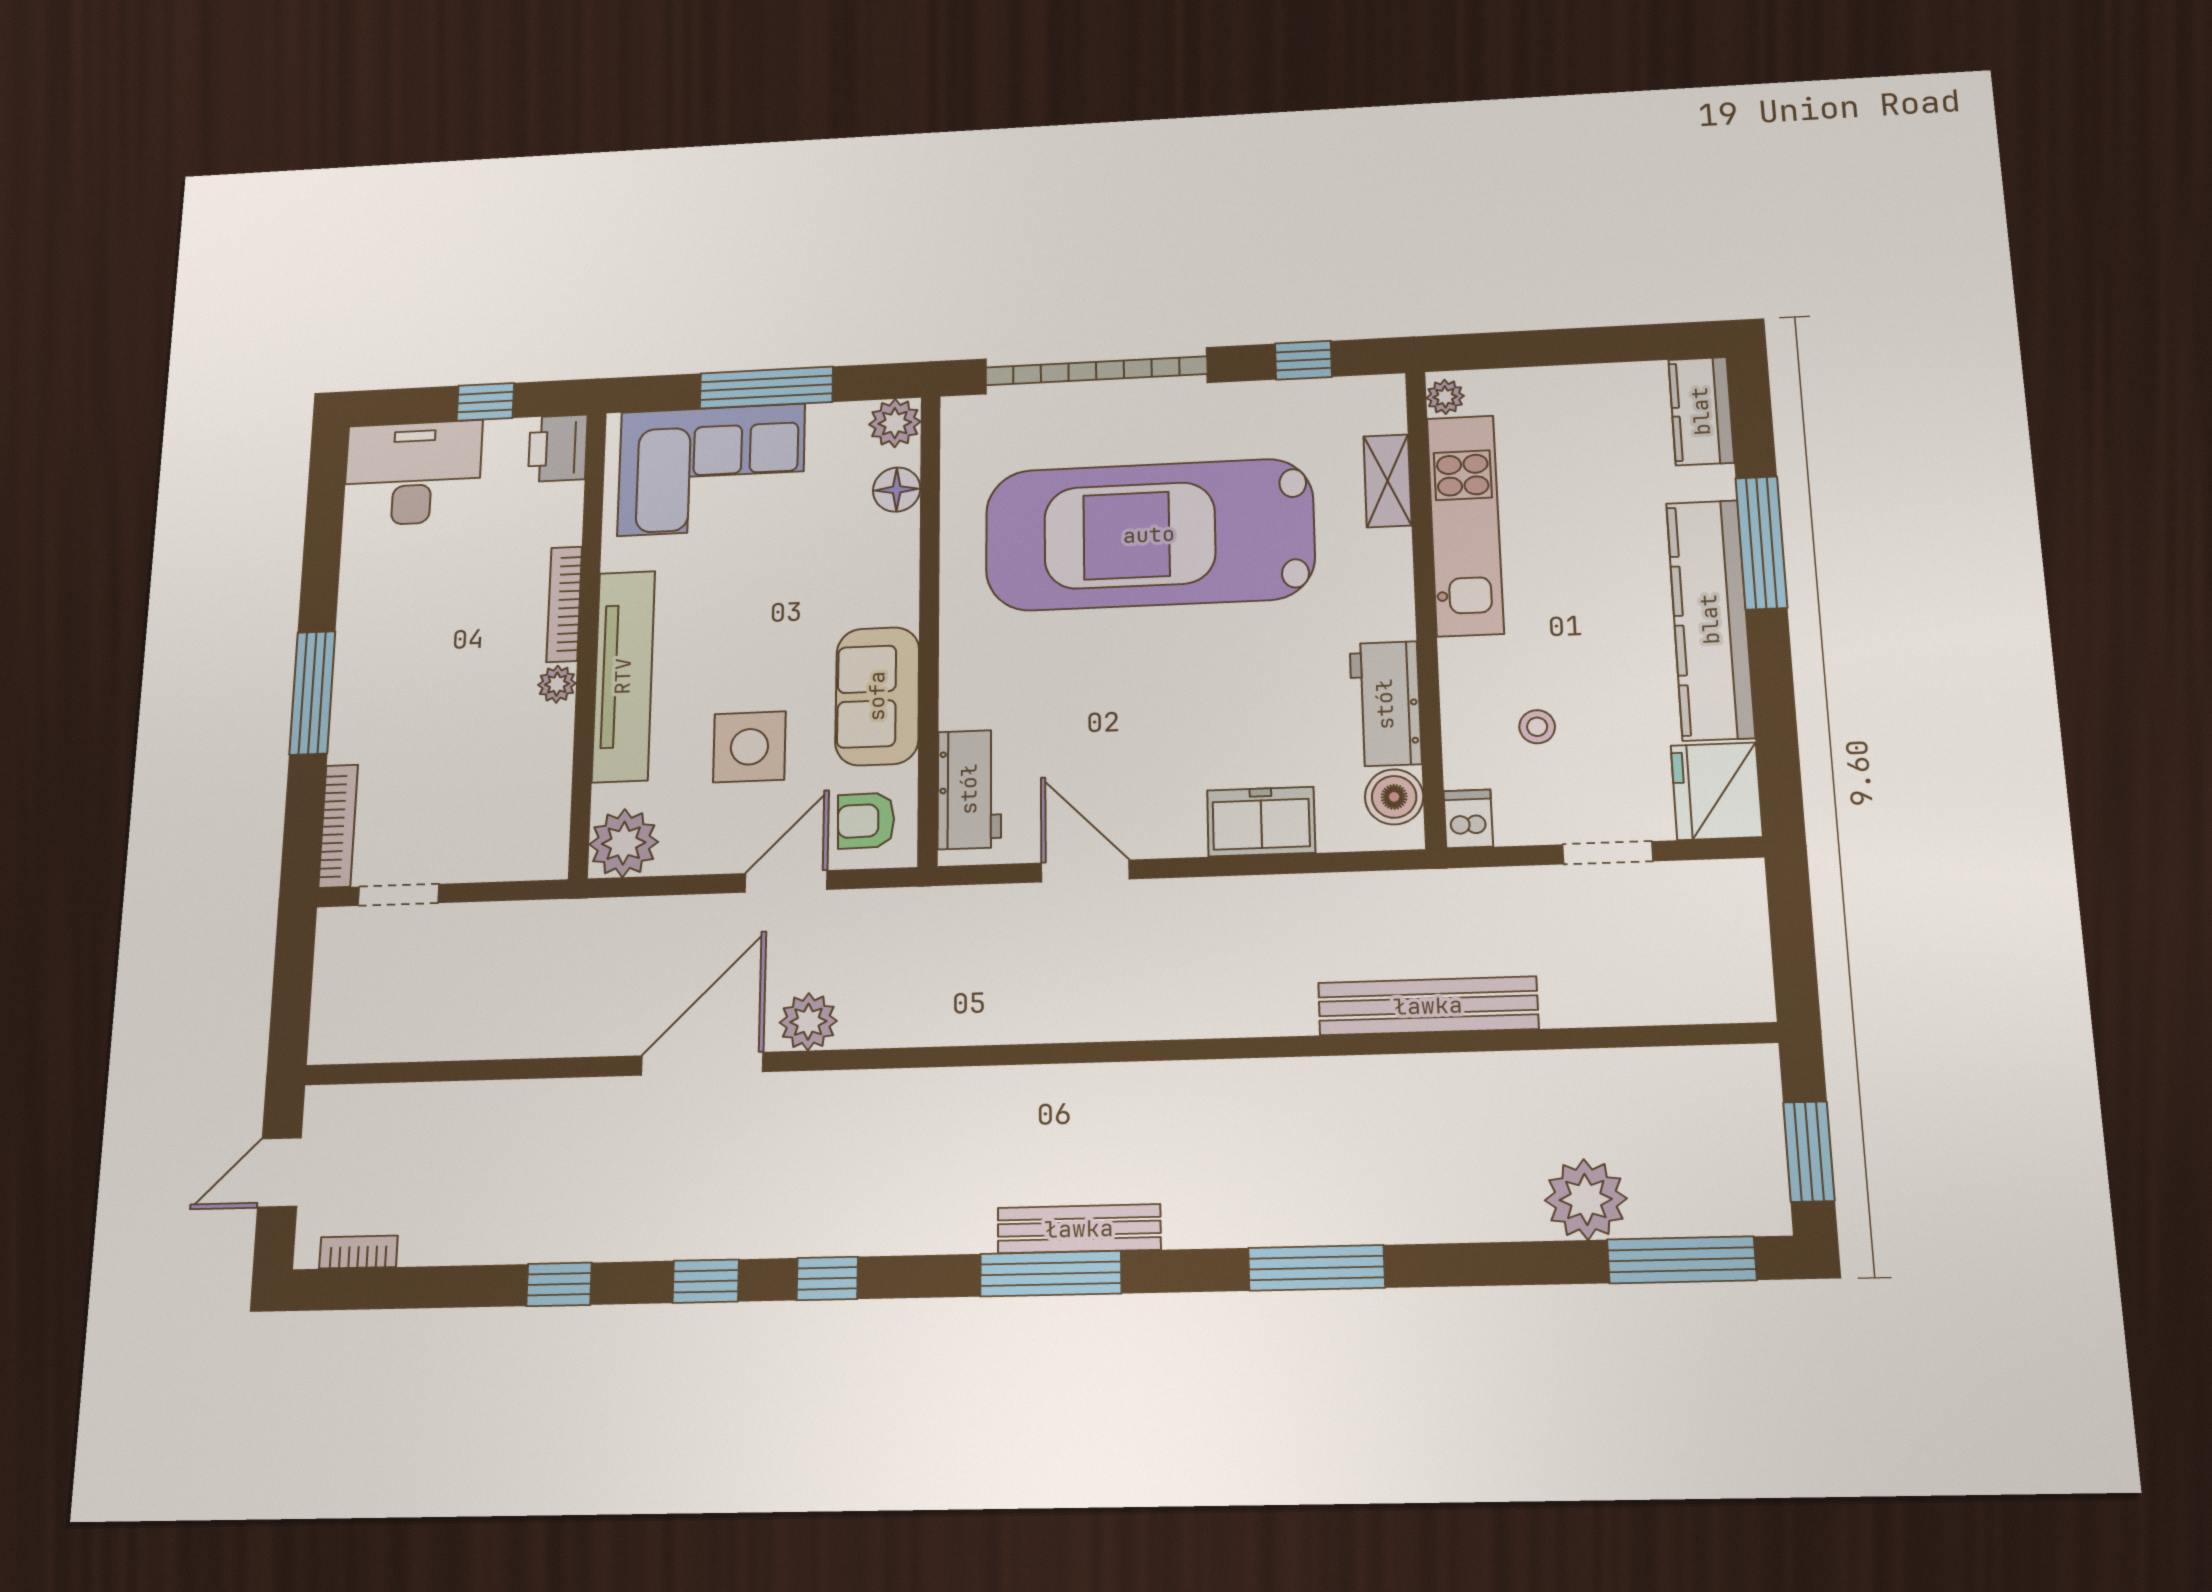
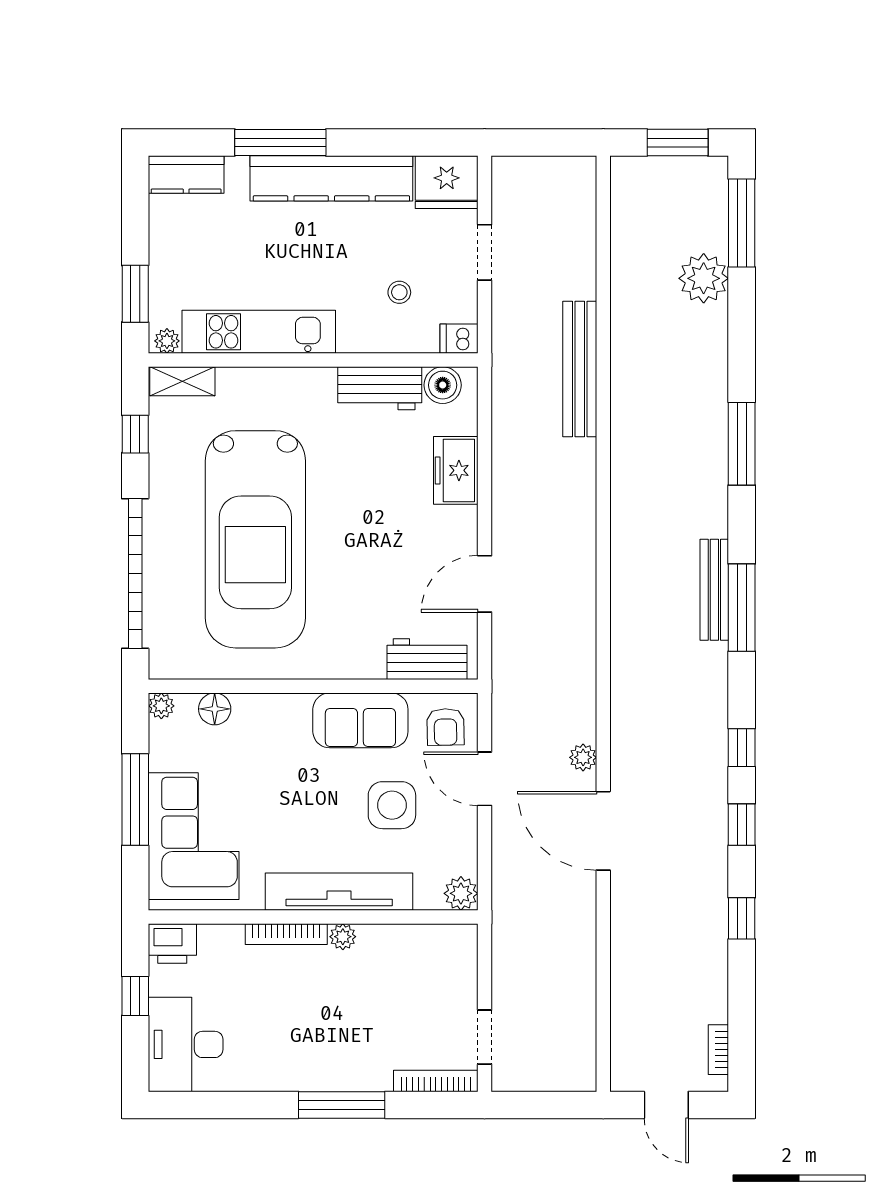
window: (1514, 349) -> (135, 294), added
plant: (895, 423) -> (161, 706), width x0.73, depth x0.73
shelving: (1387, 481) -> (182, 381), moved
plant: (624, 843) -> (461, 893), width x0.73, depth x0.73
plant: (808, 1022) -> (583, 757), width x0.73, depth x0.73

